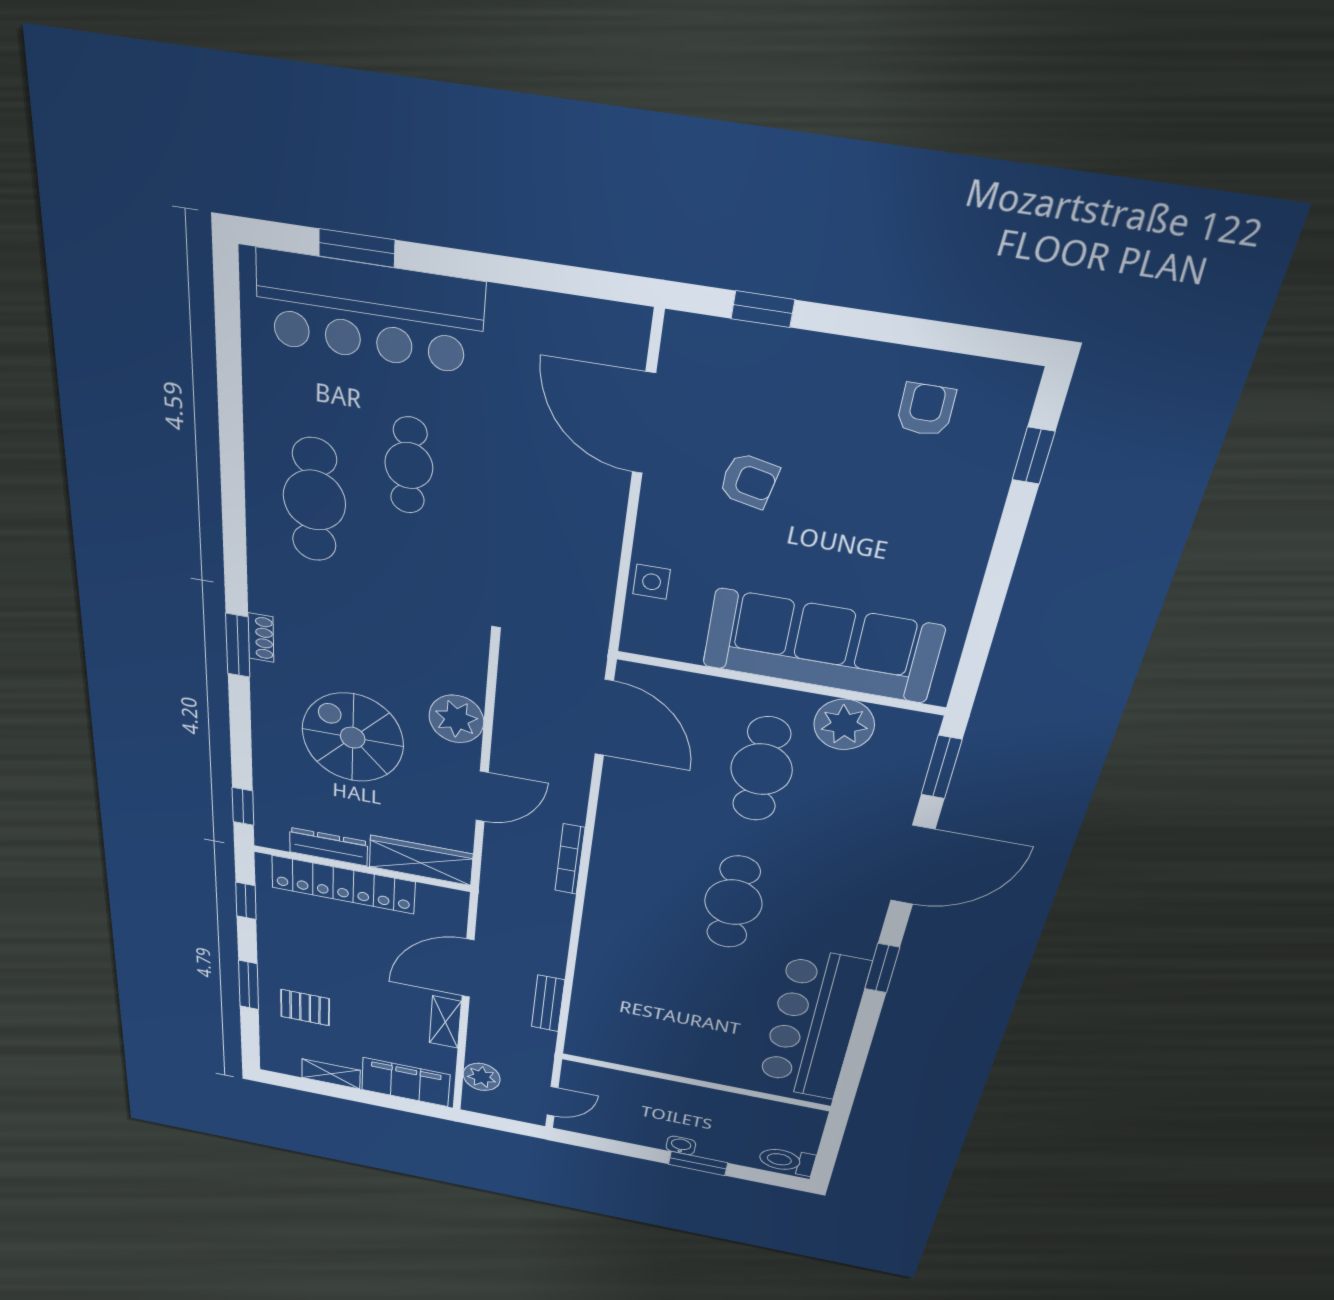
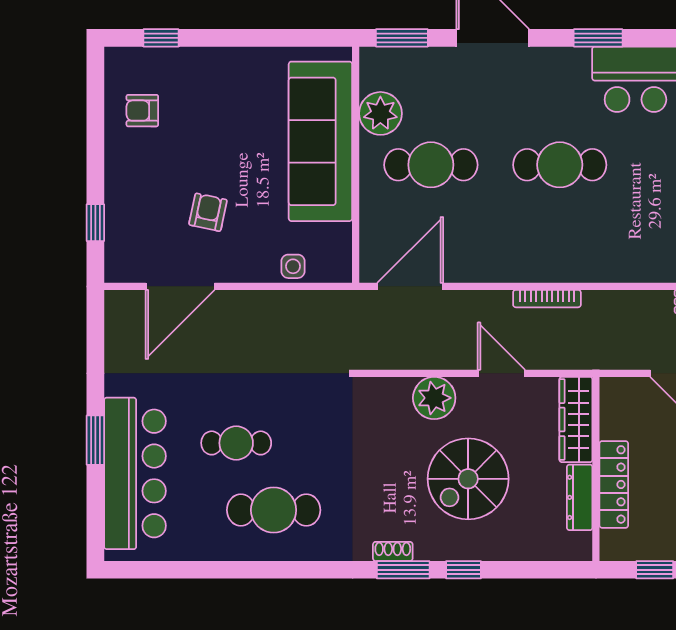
window: (357, 248) -> (95, 440), moved
window: (243, 806) -> (464, 570), moved
locker: (343, 885) -> (614, 484), width x0.71, depth x0.83

